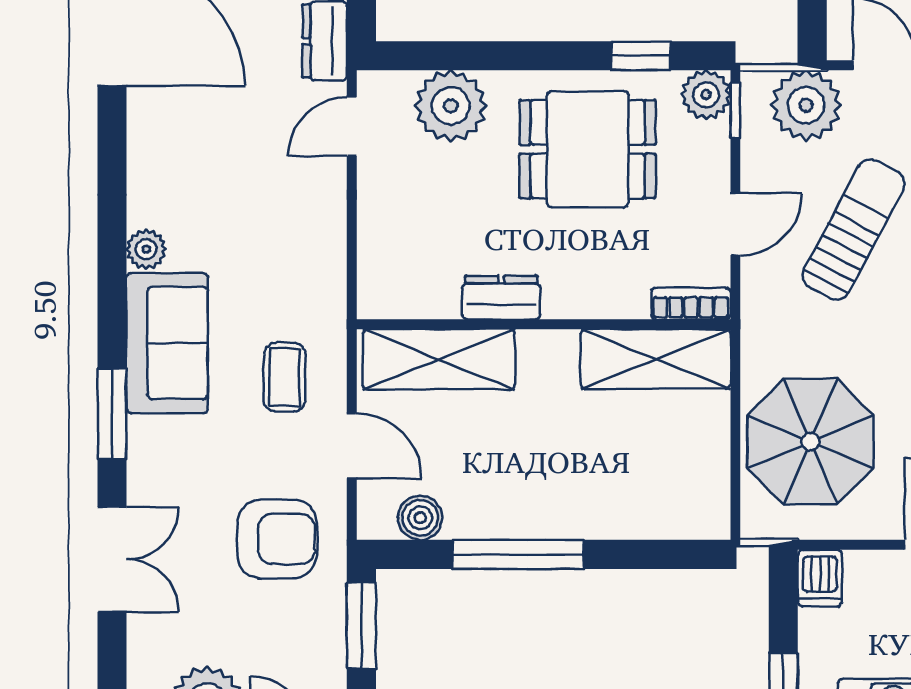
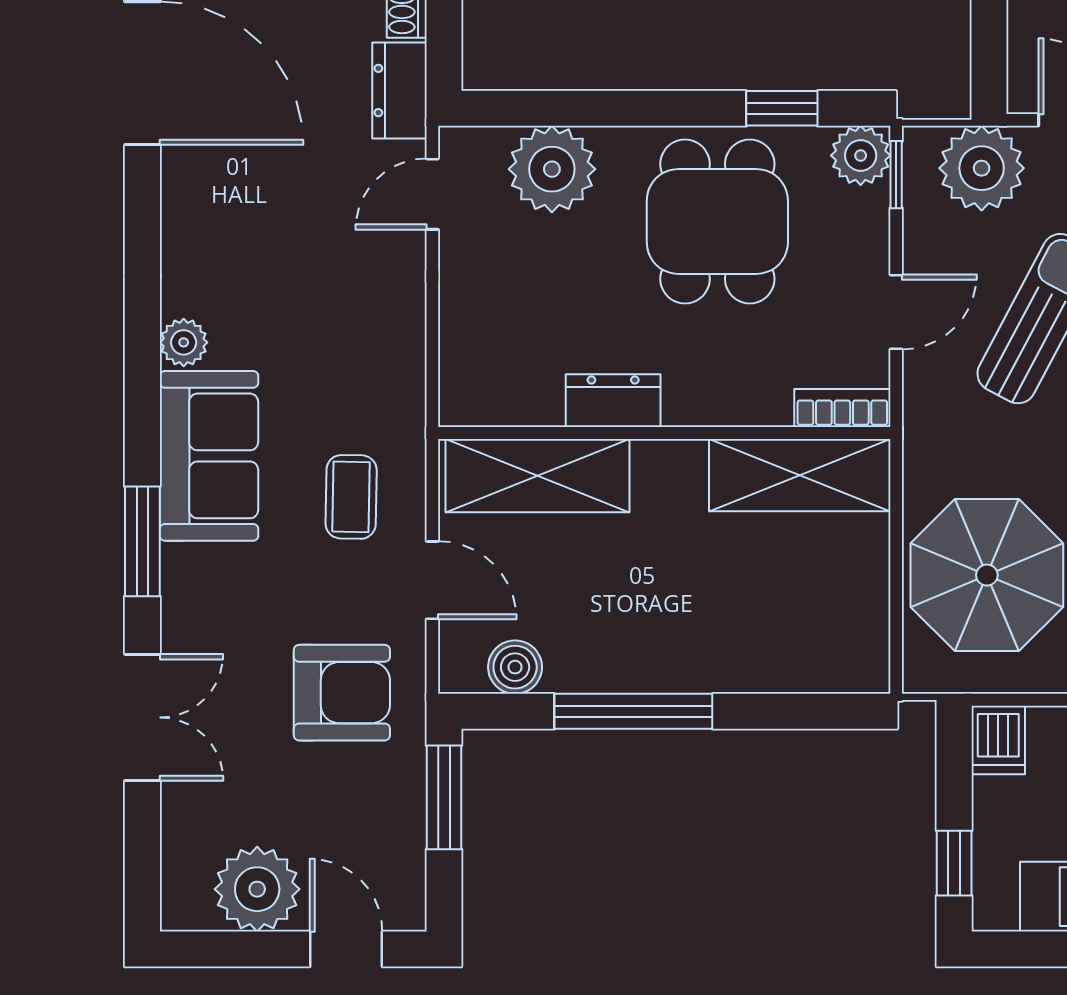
dining table: (588, 149) -> (717, 221), turned 90

